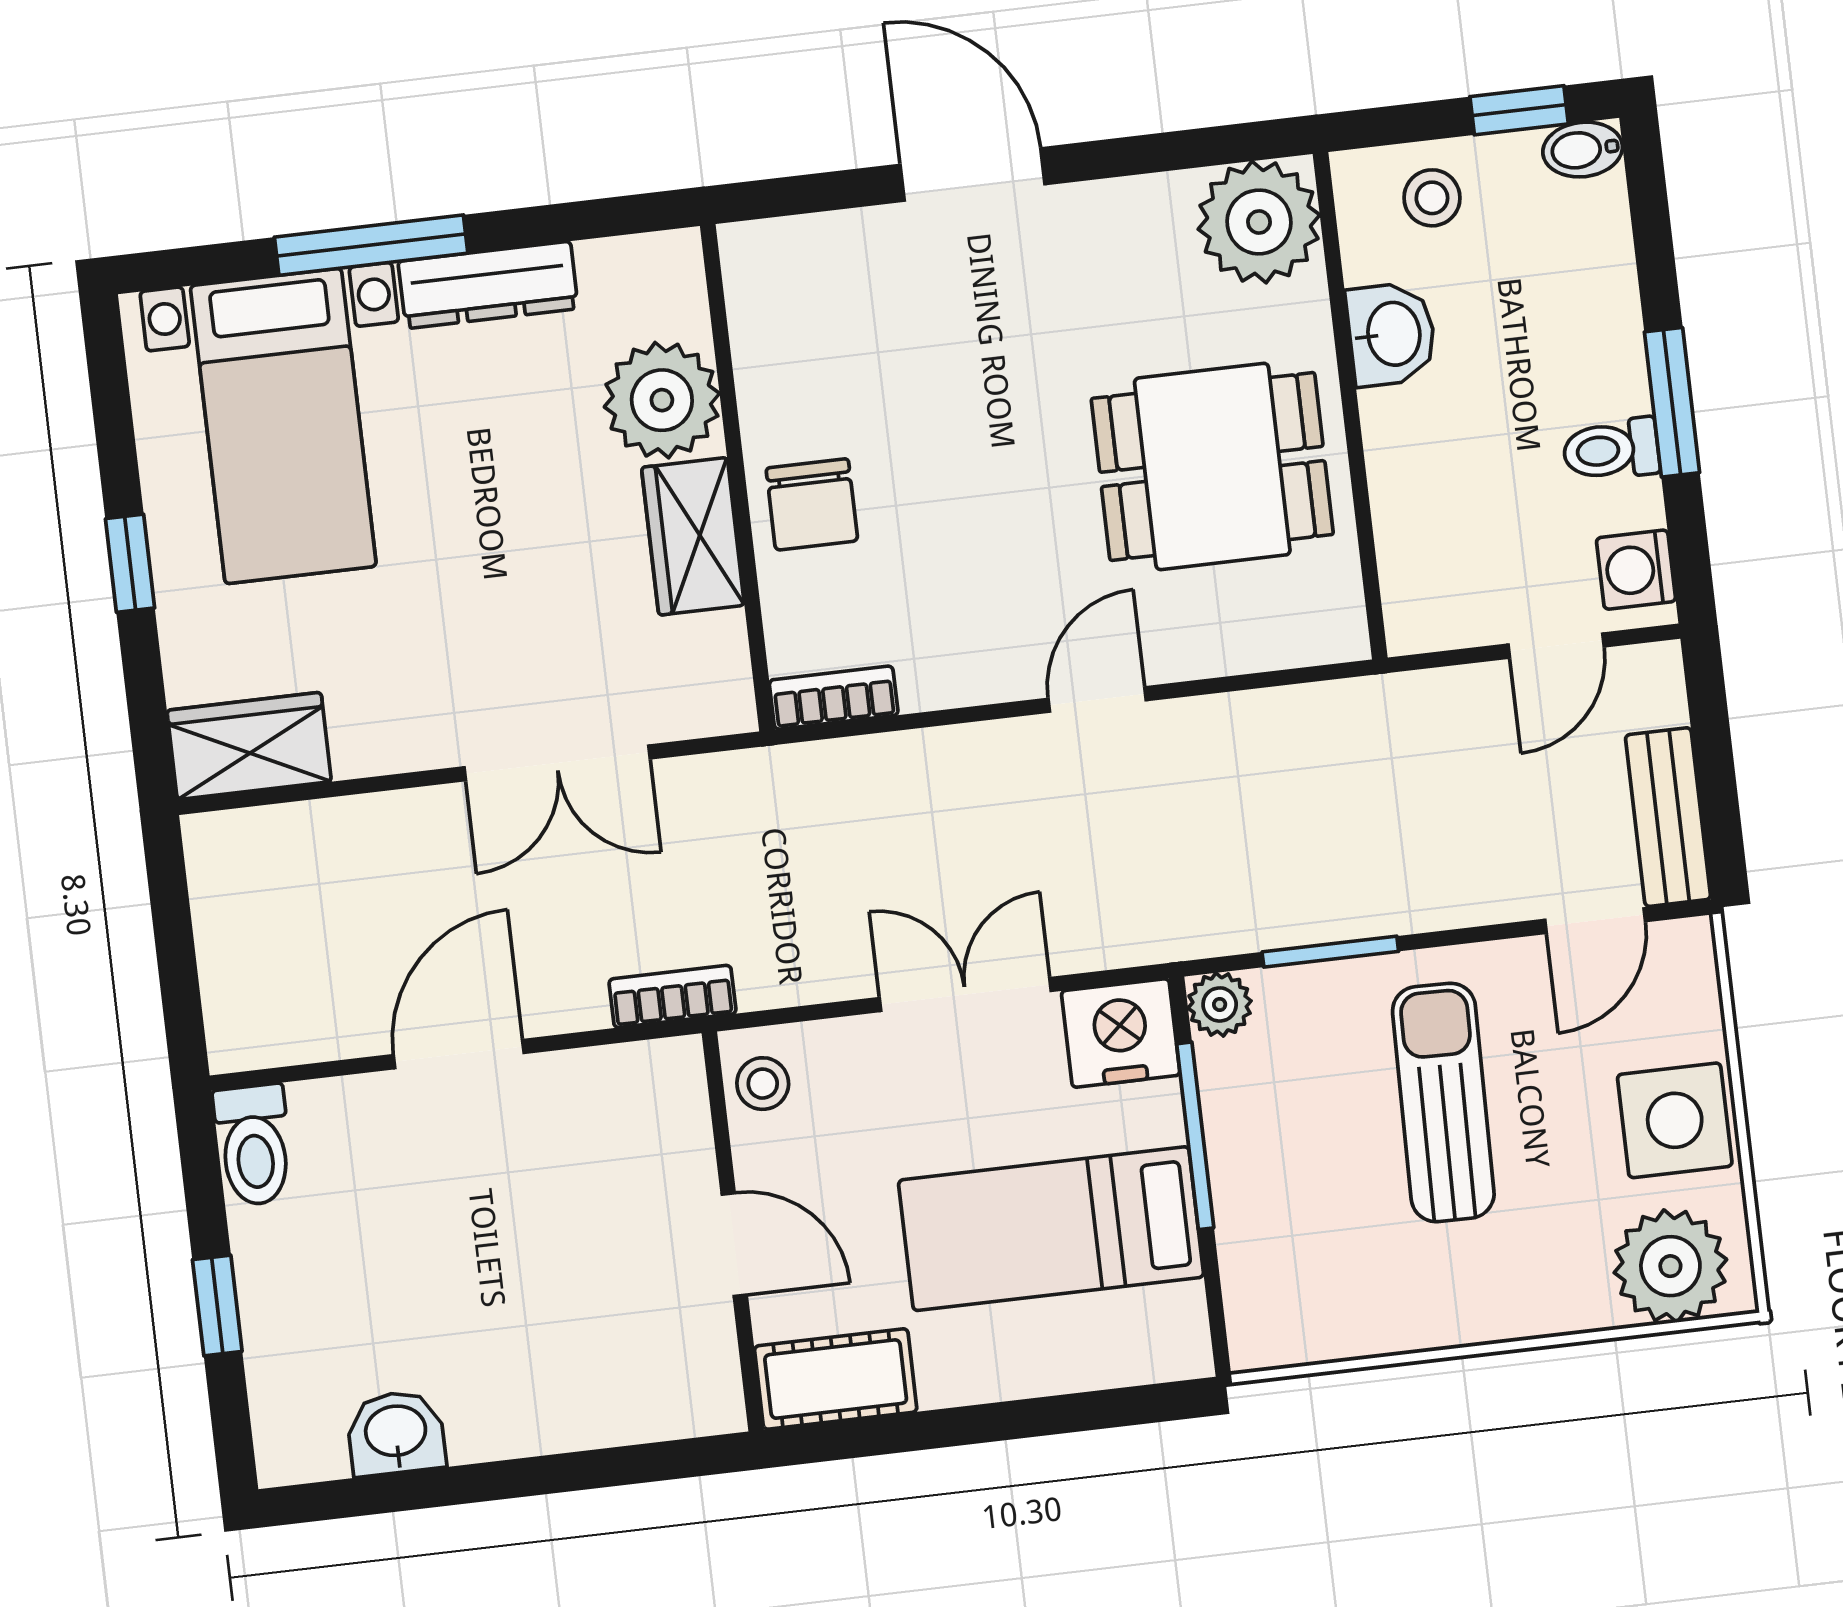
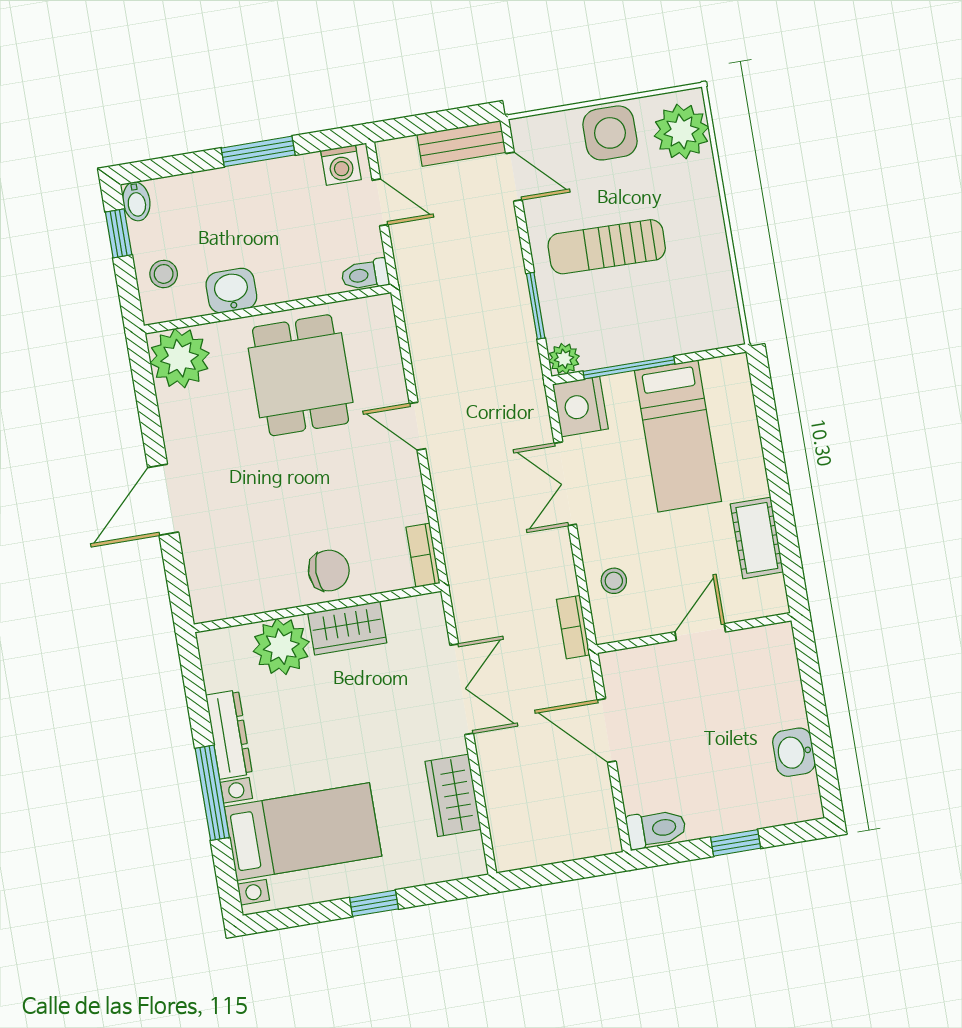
toilet: (1611, 450) -> (365, 275), moved, turned 90
wardrobe: (249, 746) -> (453, 795), moved
wall: (733, 1232) -> (694, 633), moved
door: (734, 1245) -> (700, 632), moved

